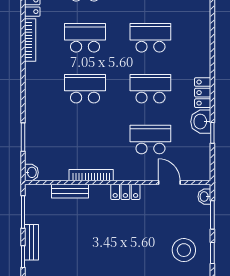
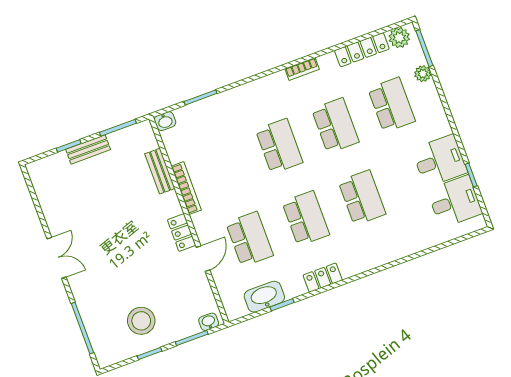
bookcase: (30, 40) -> (302, 69), width x0.64
washbasin: (201, 122) -> (264, 297), moved, width x1.38
door: (169, 182) -> (203, 259), moved

